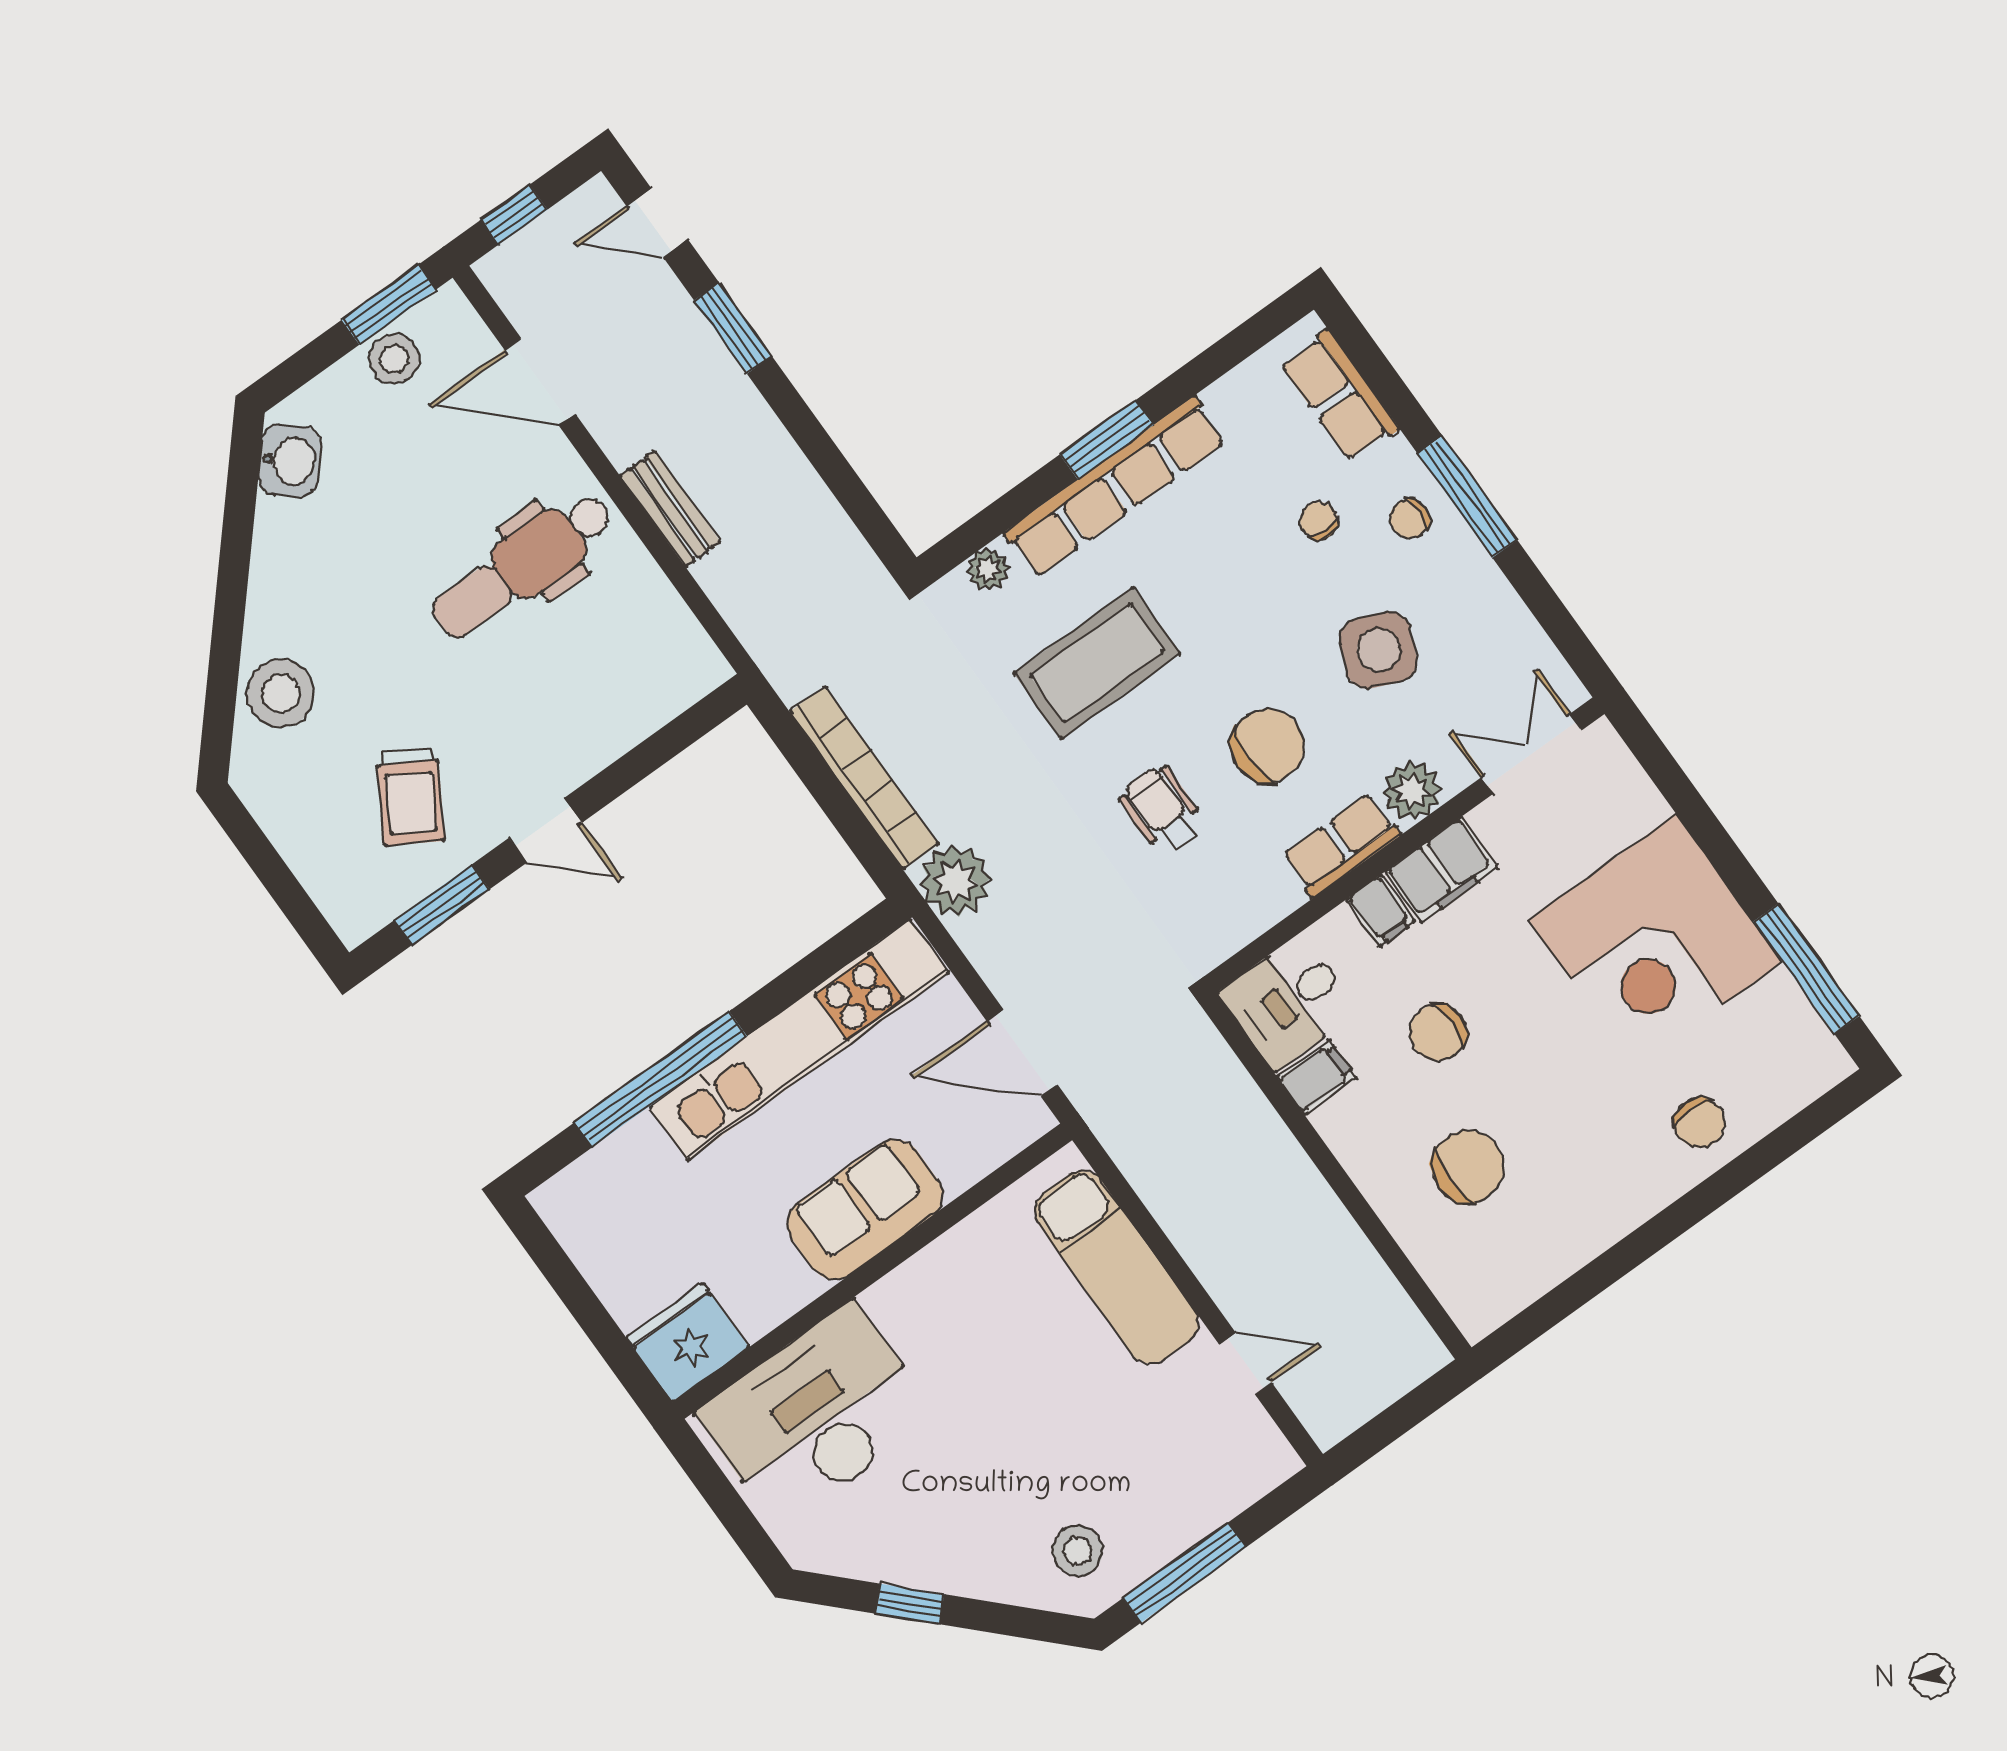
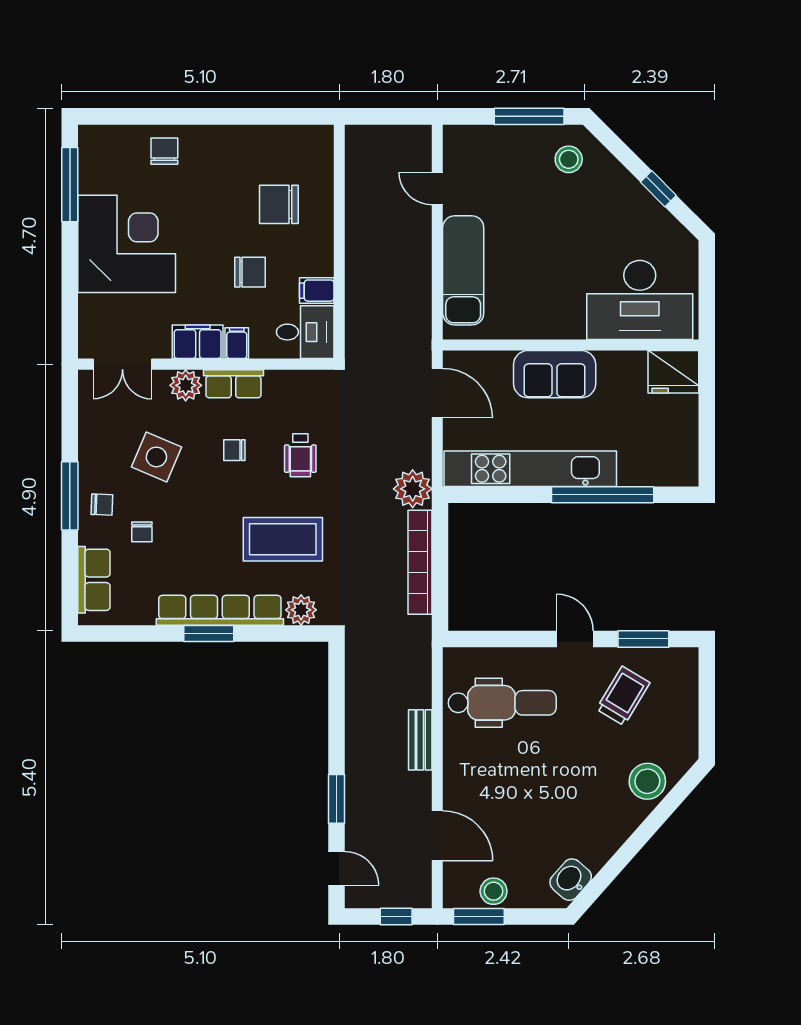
dental chair: (523, 566) -> (502, 703), moved
plant: (988, 569) -> (301, 610), width x1.38, depth x1.38
chair: (1268, 745) -> (234, 450), width x0.54, depth x0.54

